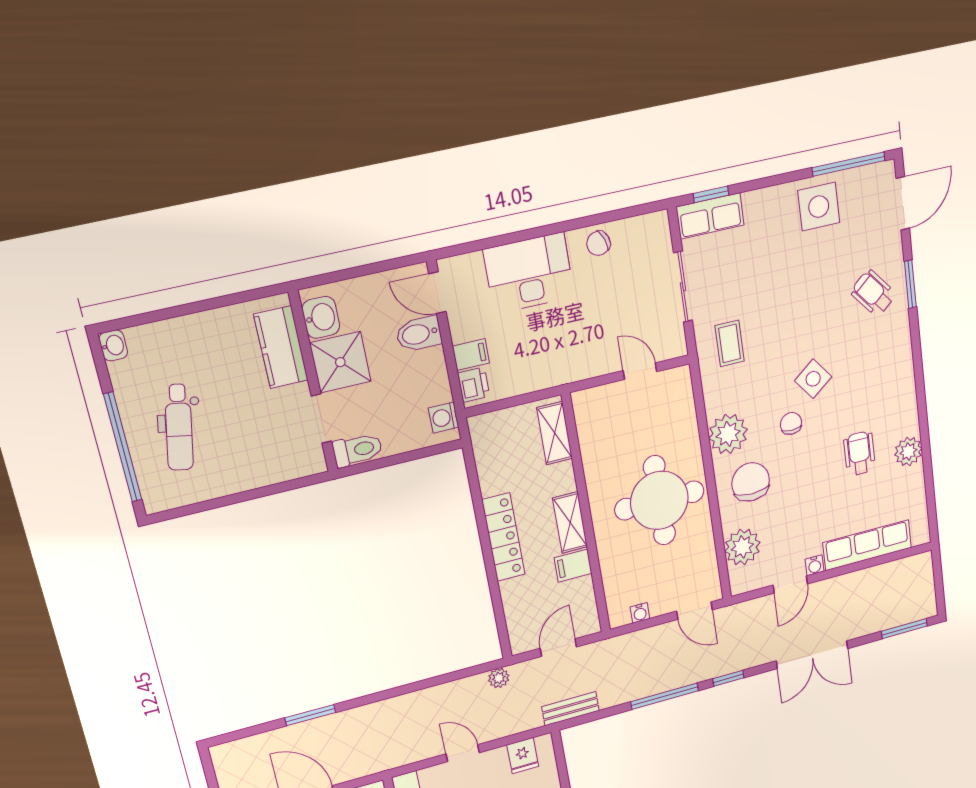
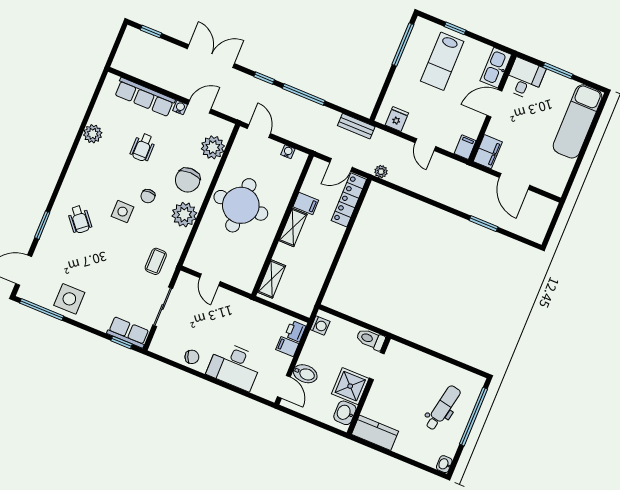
wheelchair: (873, 293) -> (80, 219), moved
kitchen counter: (281, 347) -> (375, 433), moved, turned -90
side table: (813, 379) -> (123, 212), turned 38
wheelchair: (859, 453) -> (143, 147), moved
locker: (503, 537) -> (349, 200), moved
window: (904, 629) -> (151, 32), width x0.67

